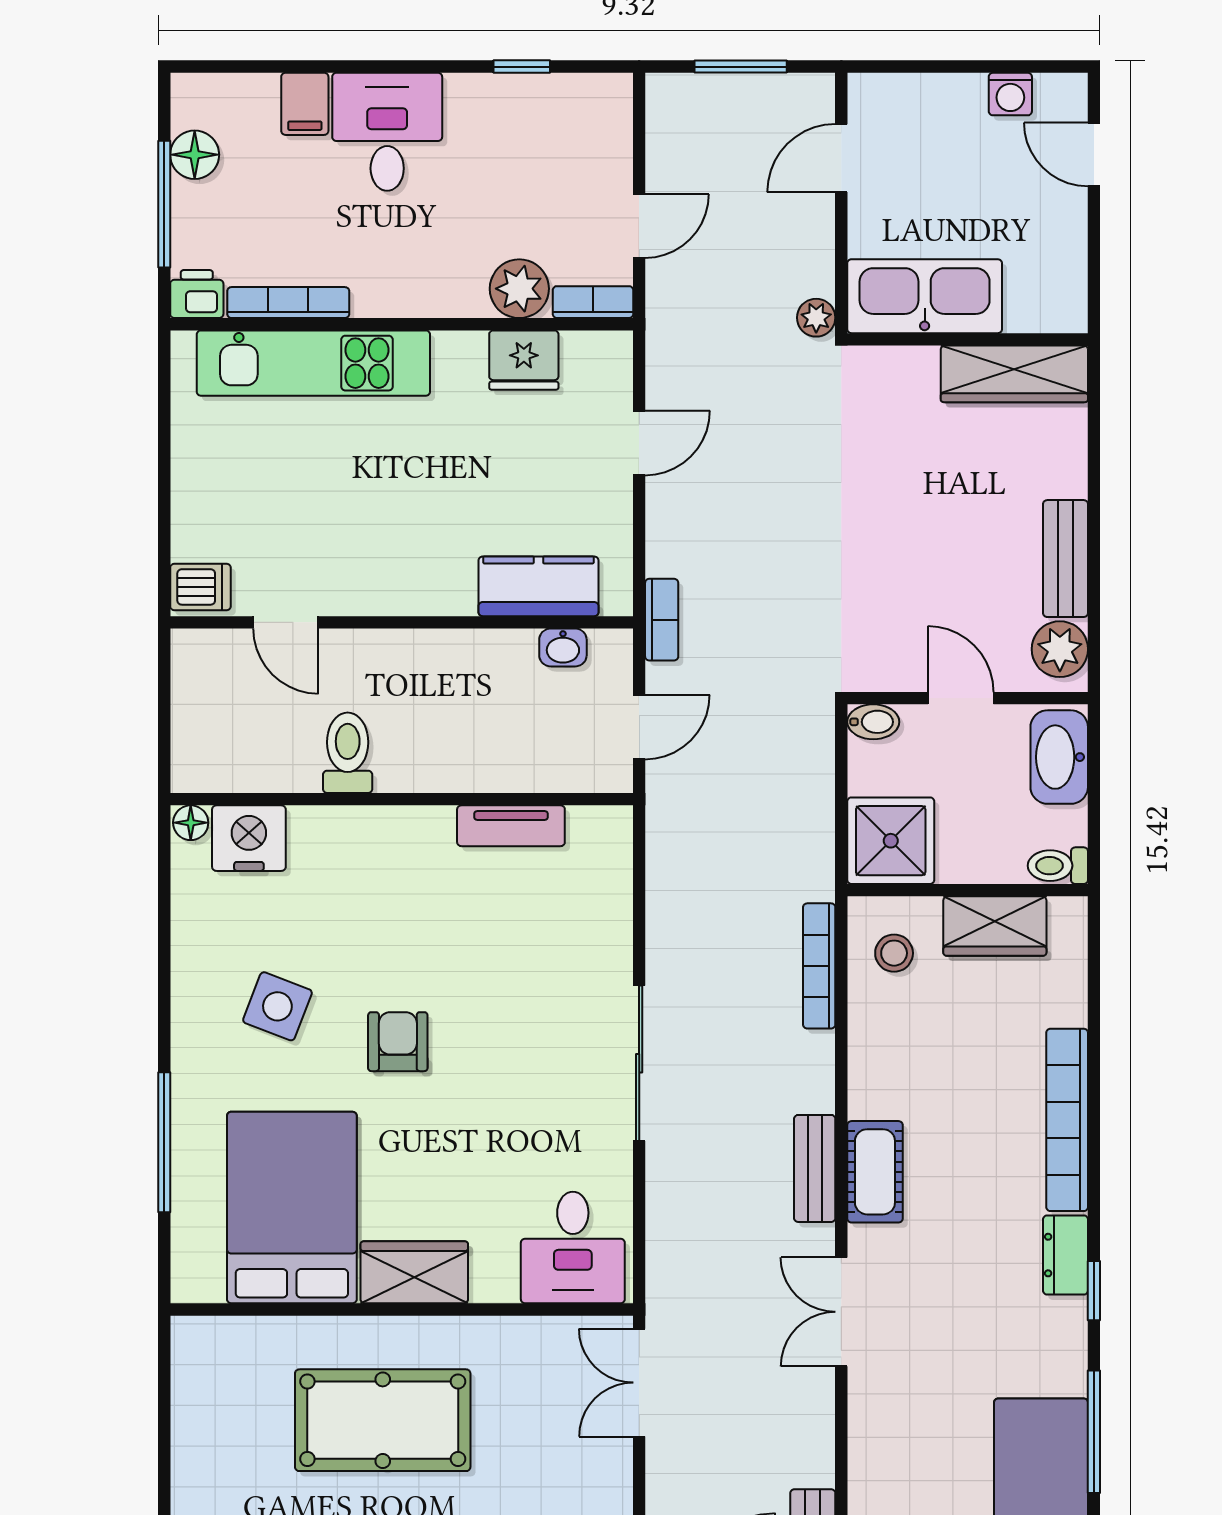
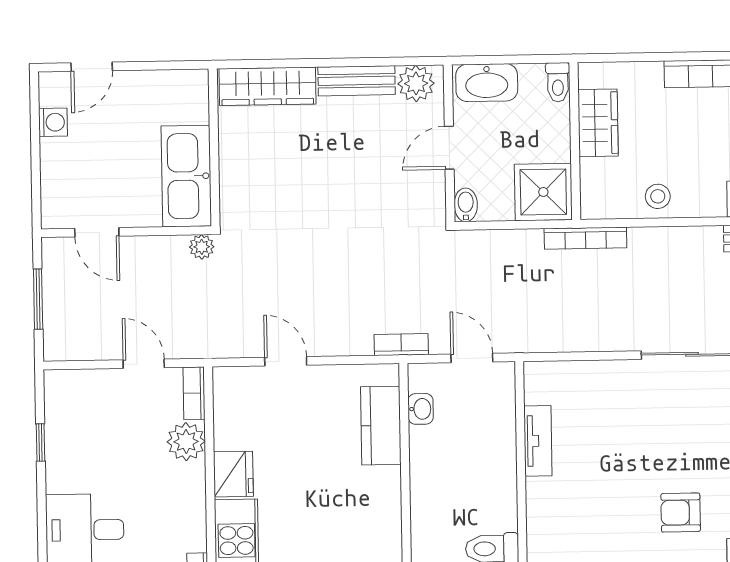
fridge: (524, 360) -> (233, 474), moved
wardrobe: (1014, 374) -> (267, 86), moved, turned 90
stool: (894, 953) -> (658, 196), moved
bookcase: (819, 966) -> (585, 238), moved

